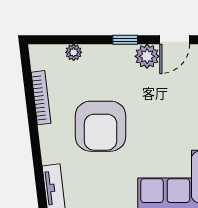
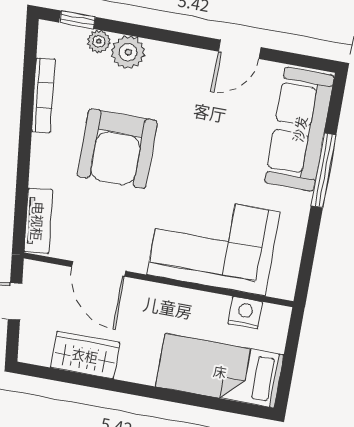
window: (125, 40) -> (77, 20), moved
plant: (147, 56) -> (128, 52), moved

